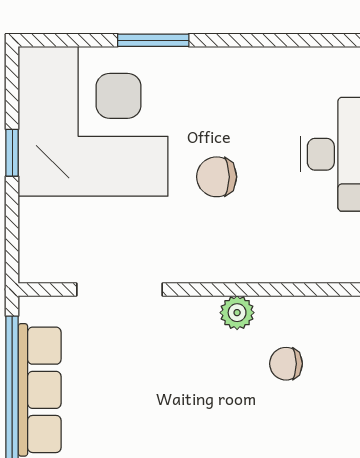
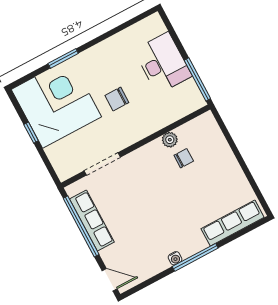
plant: (237, 313) -> (170, 140), moved
chair: (286, 364) -> (184, 158), turned 180

